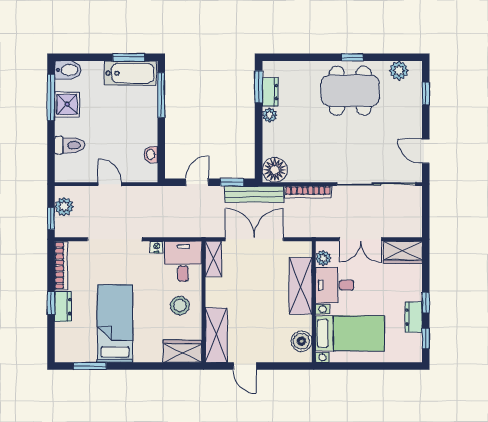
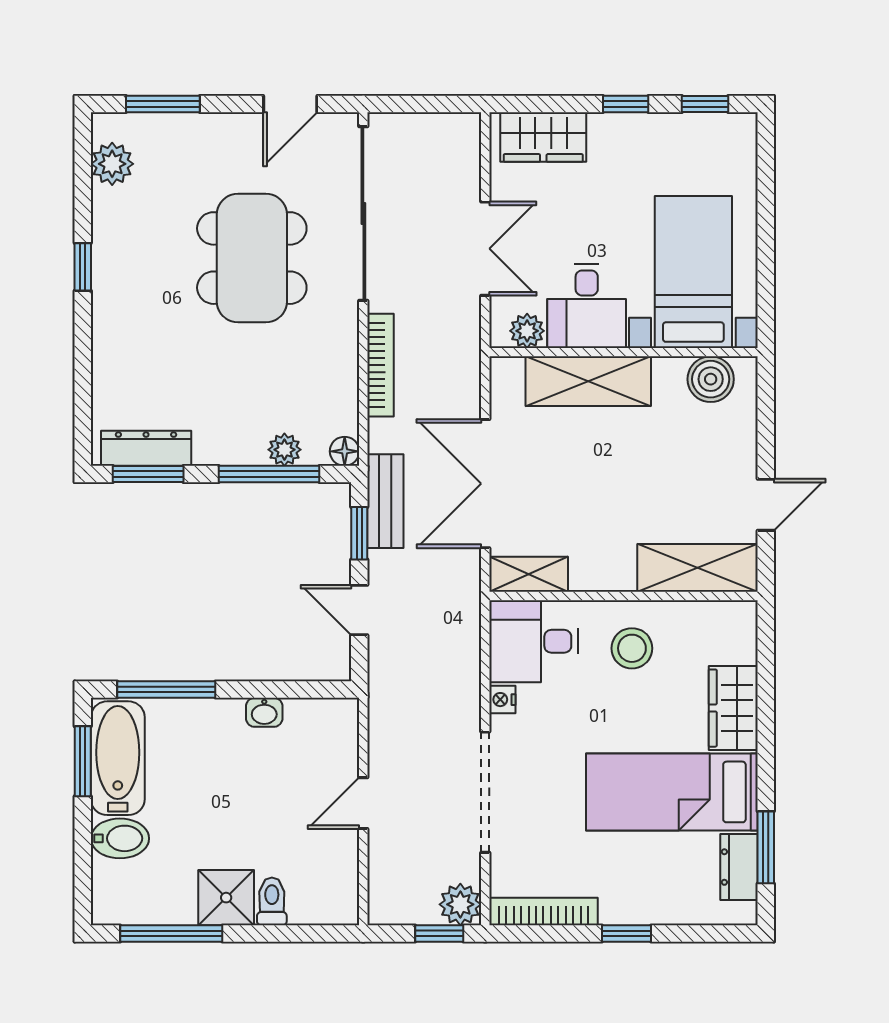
bidet: (68, 70) -> (120, 838), moved, turned 90
dining table: (350, 91) -> (252, 258), moved
dresser: (270, 92) -> (146, 448), width x1.44
window: (426, 94) -> (163, 104), width x1.50
shower: (67, 104) -> (226, 898), moved
plant: (270, 115) -> (284, 450), moved
window: (259, 142) -> (269, 474), added
toilet: (70, 145) -> (272, 901), width x0.73, depth x0.72
washbasin: (151, 154) -> (264, 712), moved
floor lamp: (275, 170) -> (345, 451), width x0.53, depth x0.53
bench: (254, 194) -> (385, 501), width x0.73
plant: (64, 207) -> (460, 904), moved
wardrobe: (403, 252) -> (543, 137), moved, turned 90
dresser: (63, 307) -> (739, 867), moved, turned -90
dresser: (414, 317) -> (658, 131), removed
wardrobe: (182, 351) -> (733, 708), moved

